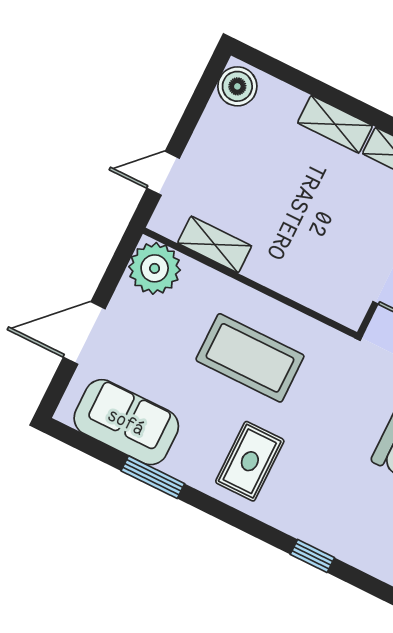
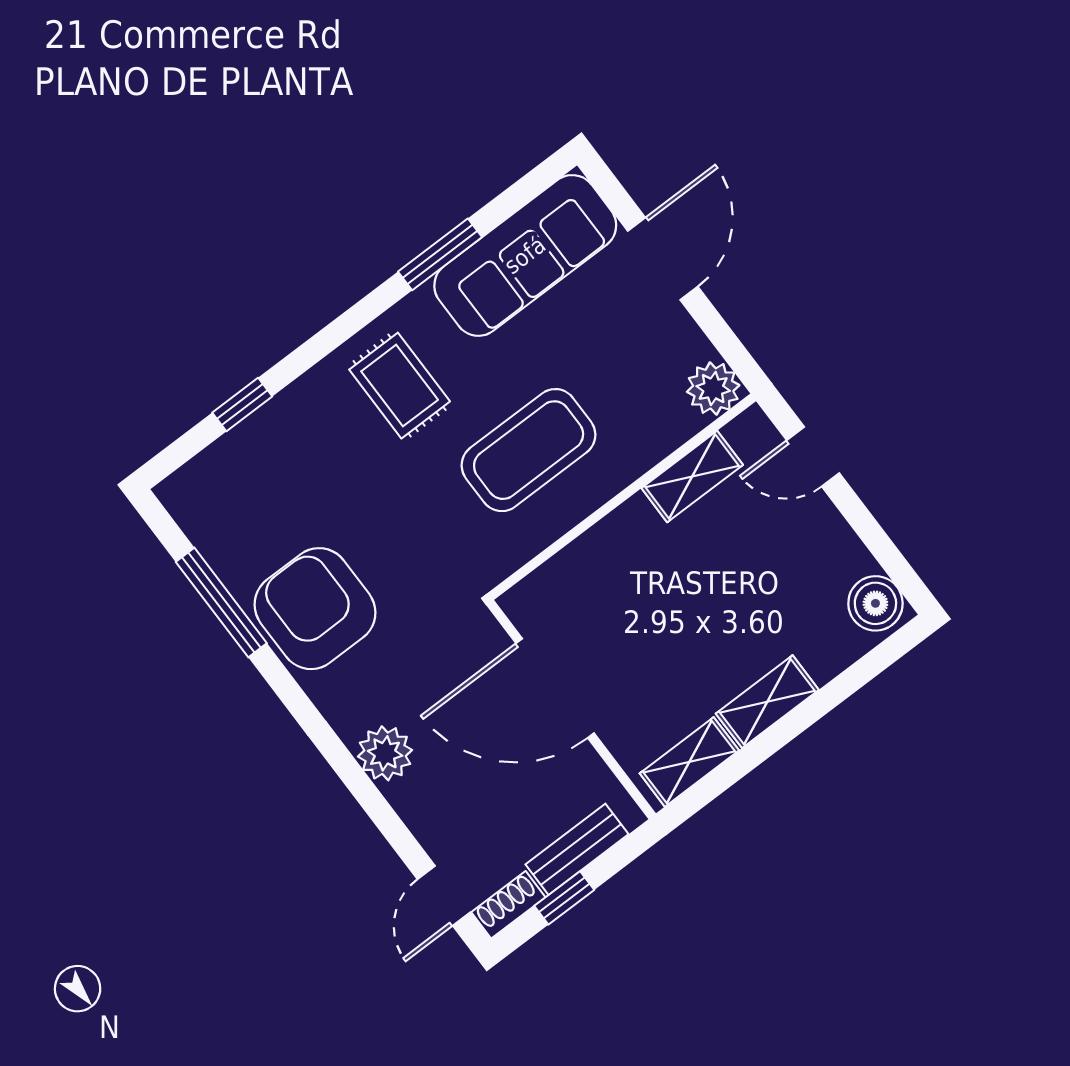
door: (163, 173) -> (813, 457), swing flipped
plant: (155, 268) -> (713, 388), width x0.73, depth x0.73
sofa: (126, 422) -> (525, 255), width x1.36

